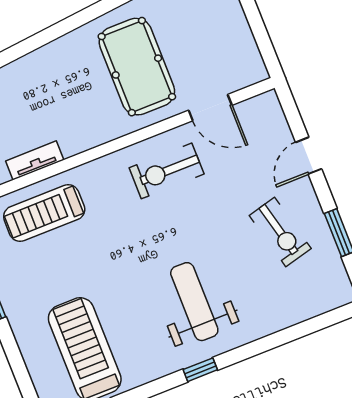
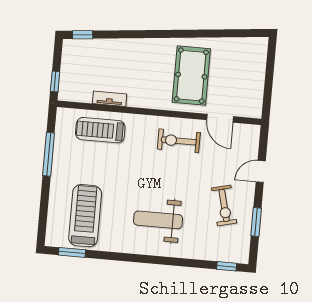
weight bench: (194, 302) -> (158, 220), turned -90
window: (200, 370) -> (227, 266), moved

